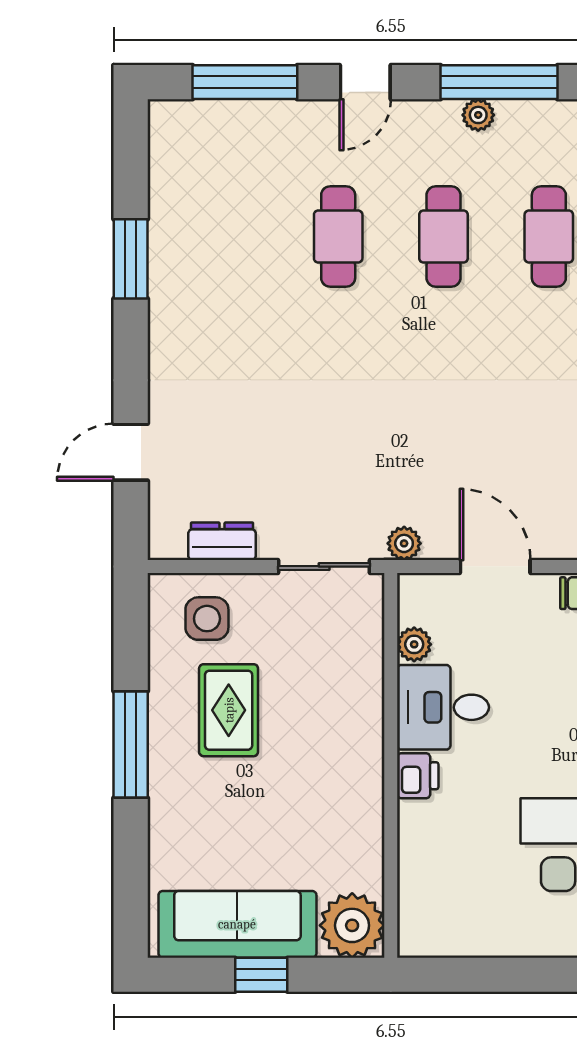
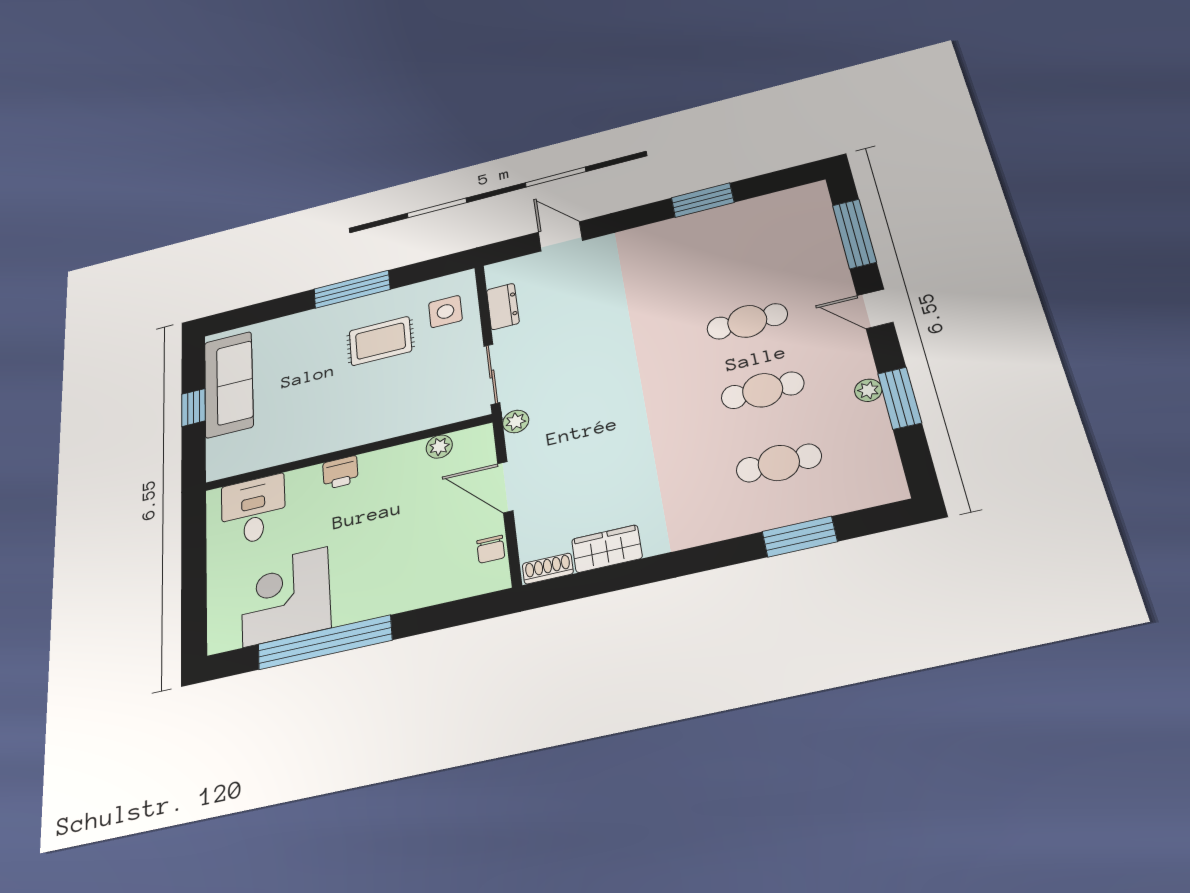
window: (499, 82) -> (900, 398), width x0.69
door: (495, 566) -> (505, 487), swing flipped
desk: (443, 707) -> (253, 510), moved
plant: (352, 925) -> (229, 456), removed

